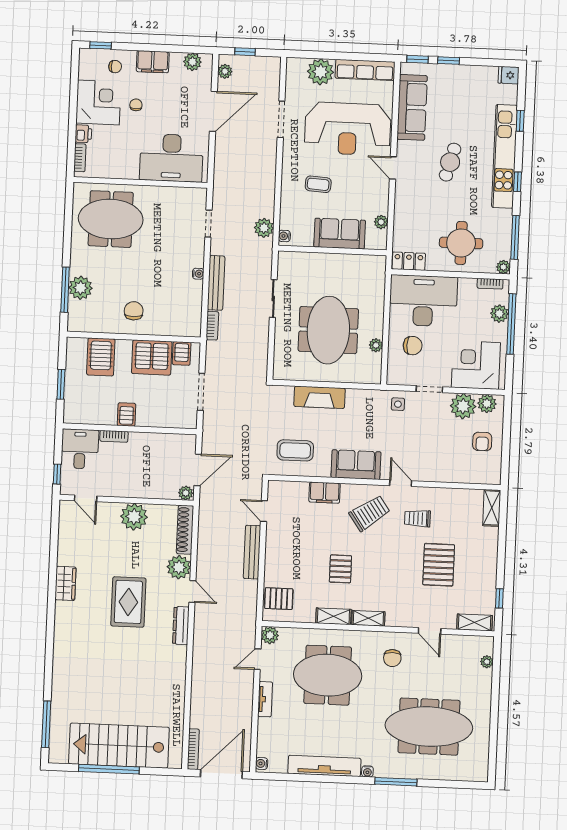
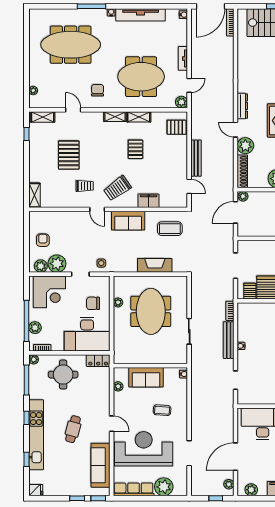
plant: (264, 228) -> (198, 379), removed

